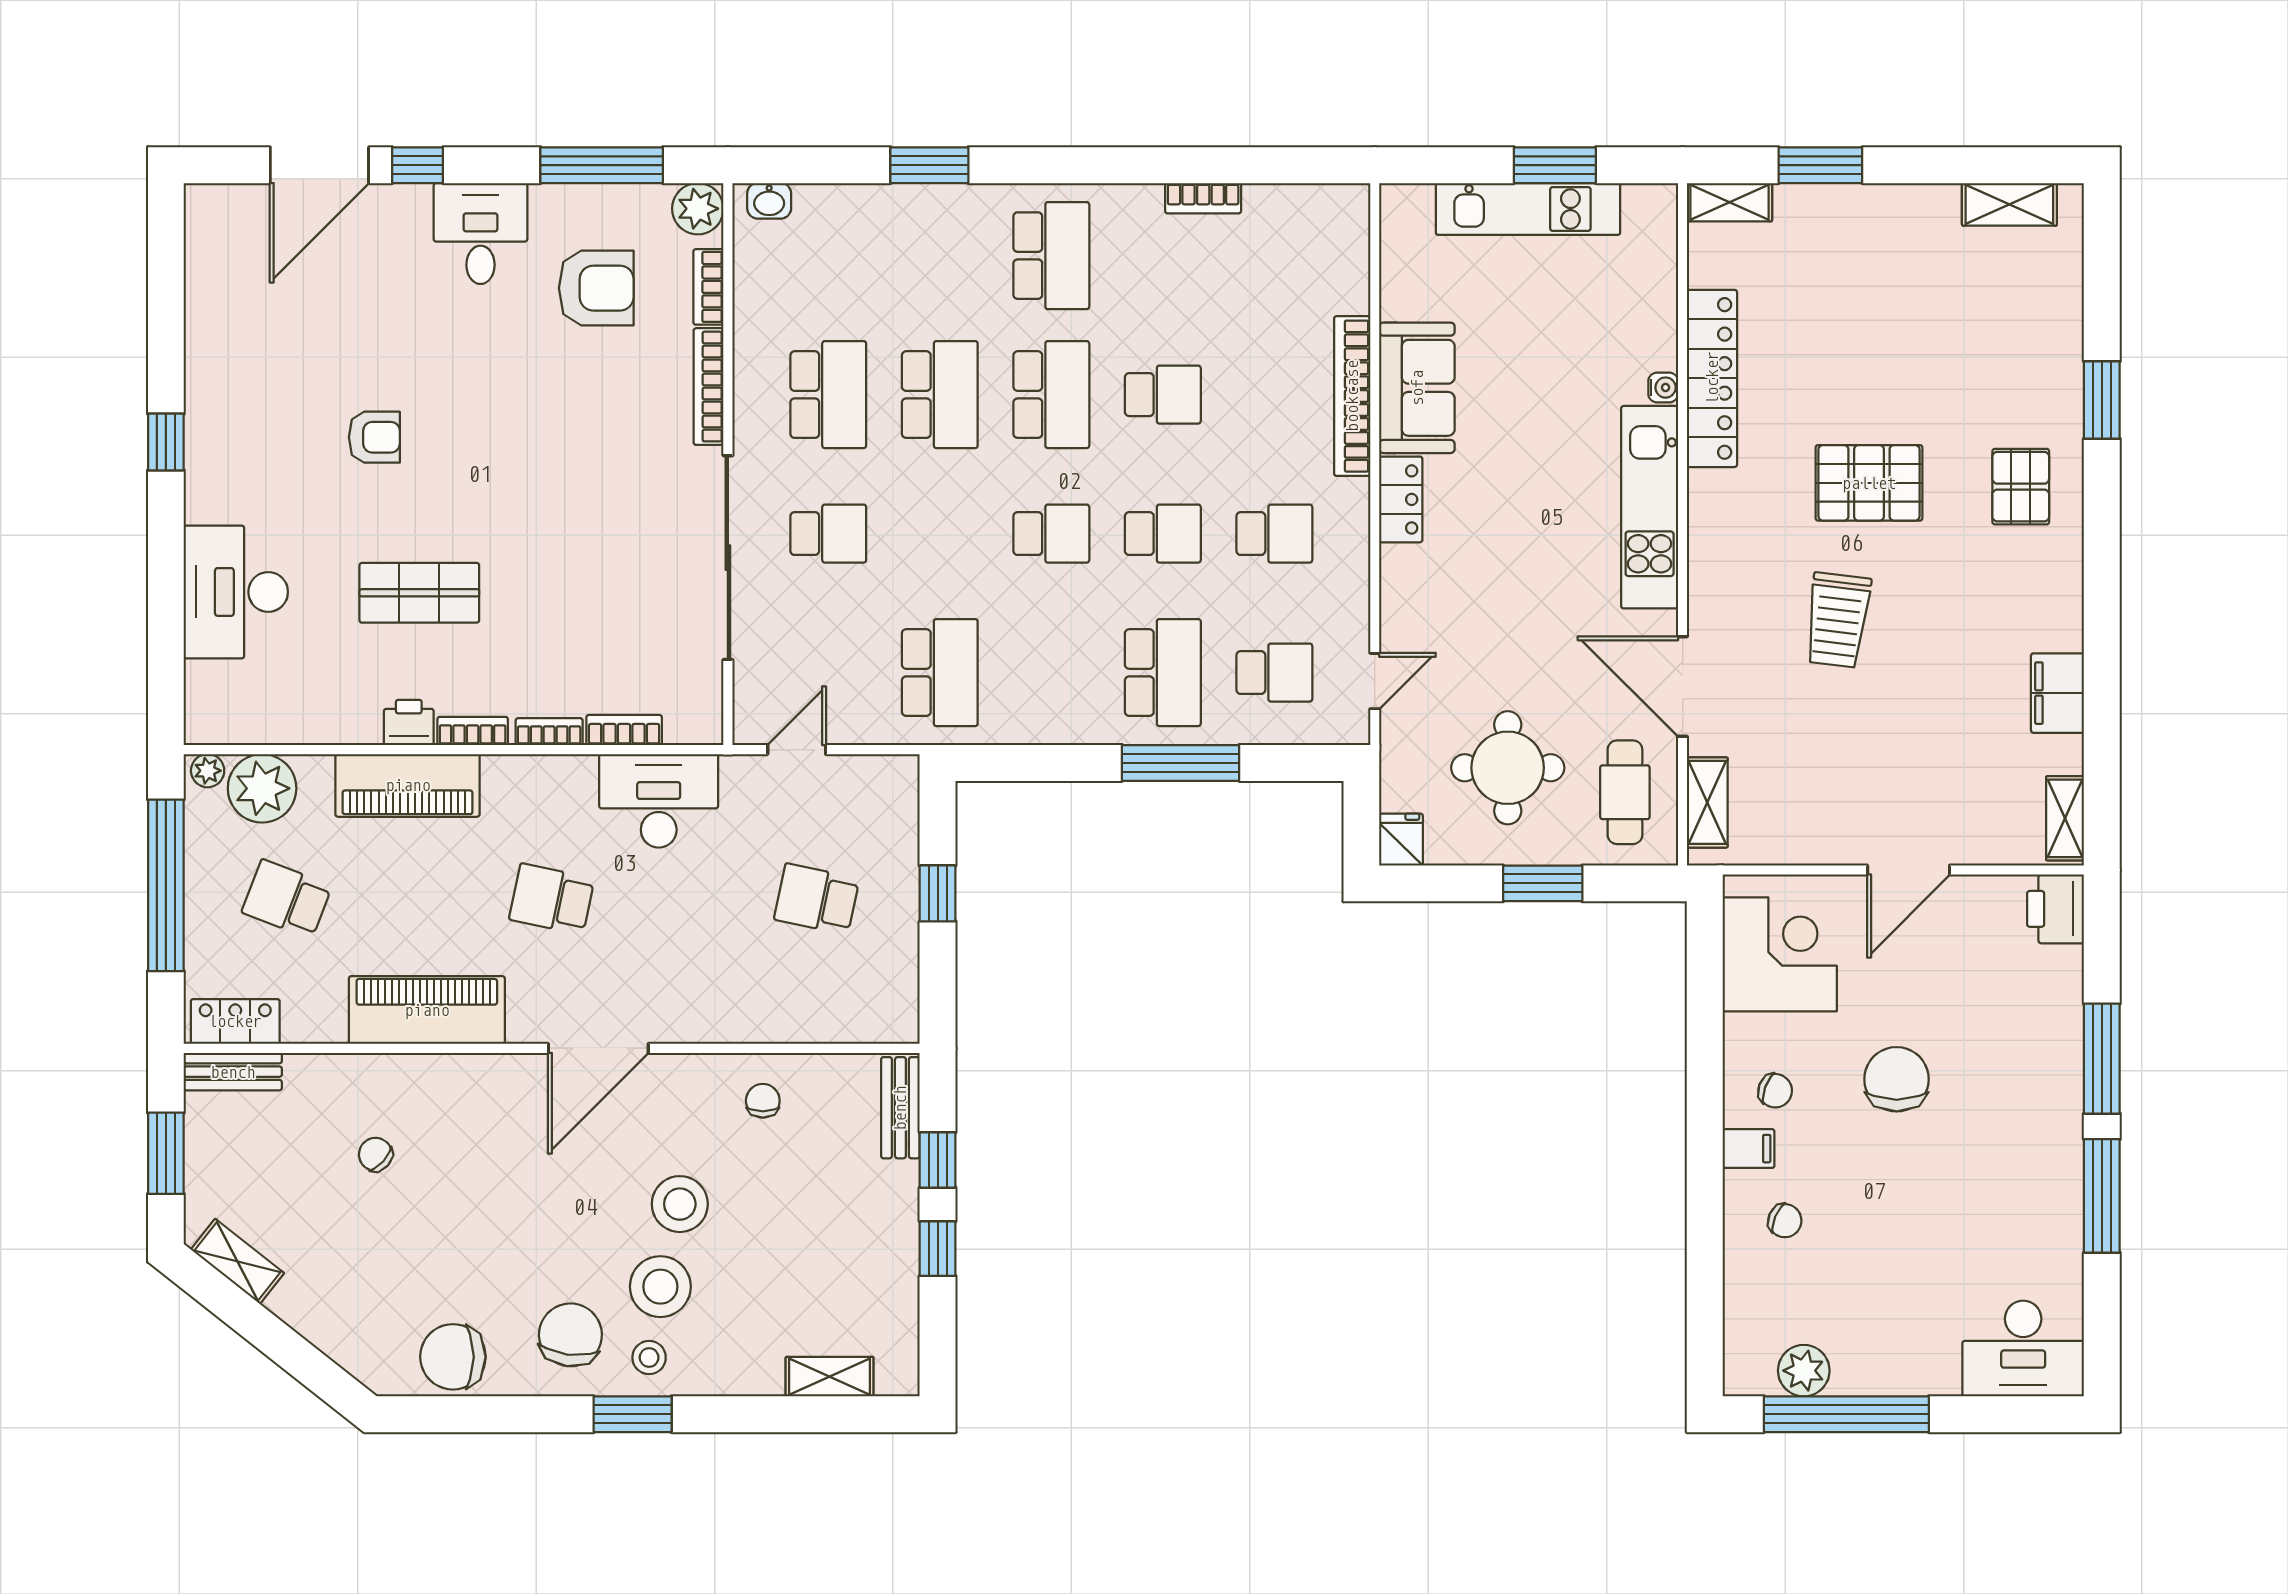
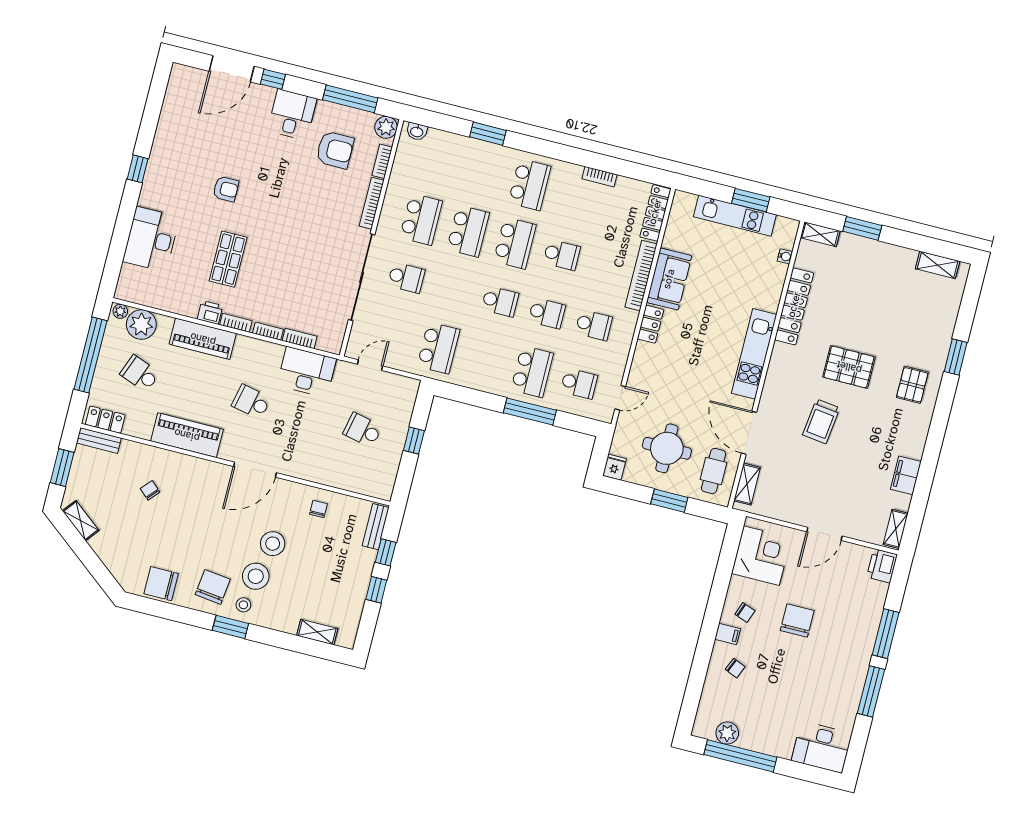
locker: (1349, 248) -> (655, 213), added
water cooler: (1663, 388) -> (785, 256), moved
shop shelf: (419, 593) -> (228, 259), turned 90

